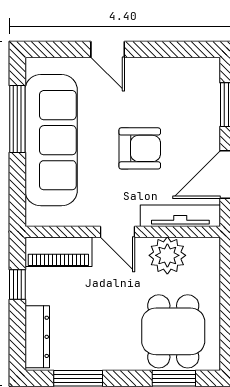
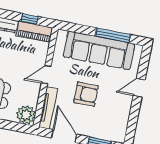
armchair: (140, 148) -> (86, 94), turned -90
piano: (58, 252) -> (34, 32), moved, turned -90
plant: (167, 255) -> (26, 115), moved

